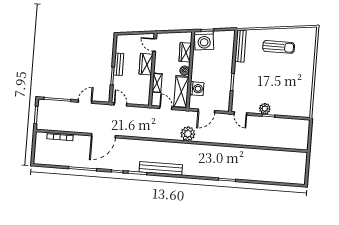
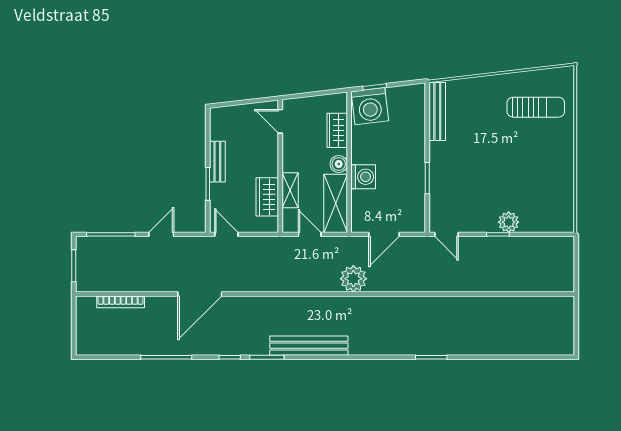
sun lounger: (279, 47) -> (536, 107), moved
wardrobe: (146, 64) -> (267, 197), moved
washing machine: (197, 89) -> (363, 177), moved
plant: (265, 109) -> (509, 222), moved

